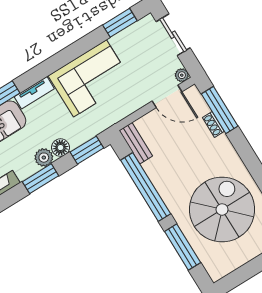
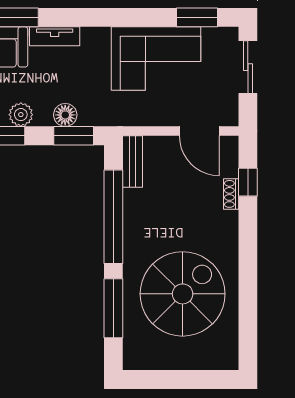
plant: (182, 75) -> (230, 118), removed
corner sofa: (90, 78) -> (156, 58), moved
window: (220, 110) -> (248, 182), width x0.46
floor lamp: (61, 148) -> (65, 115), moved

